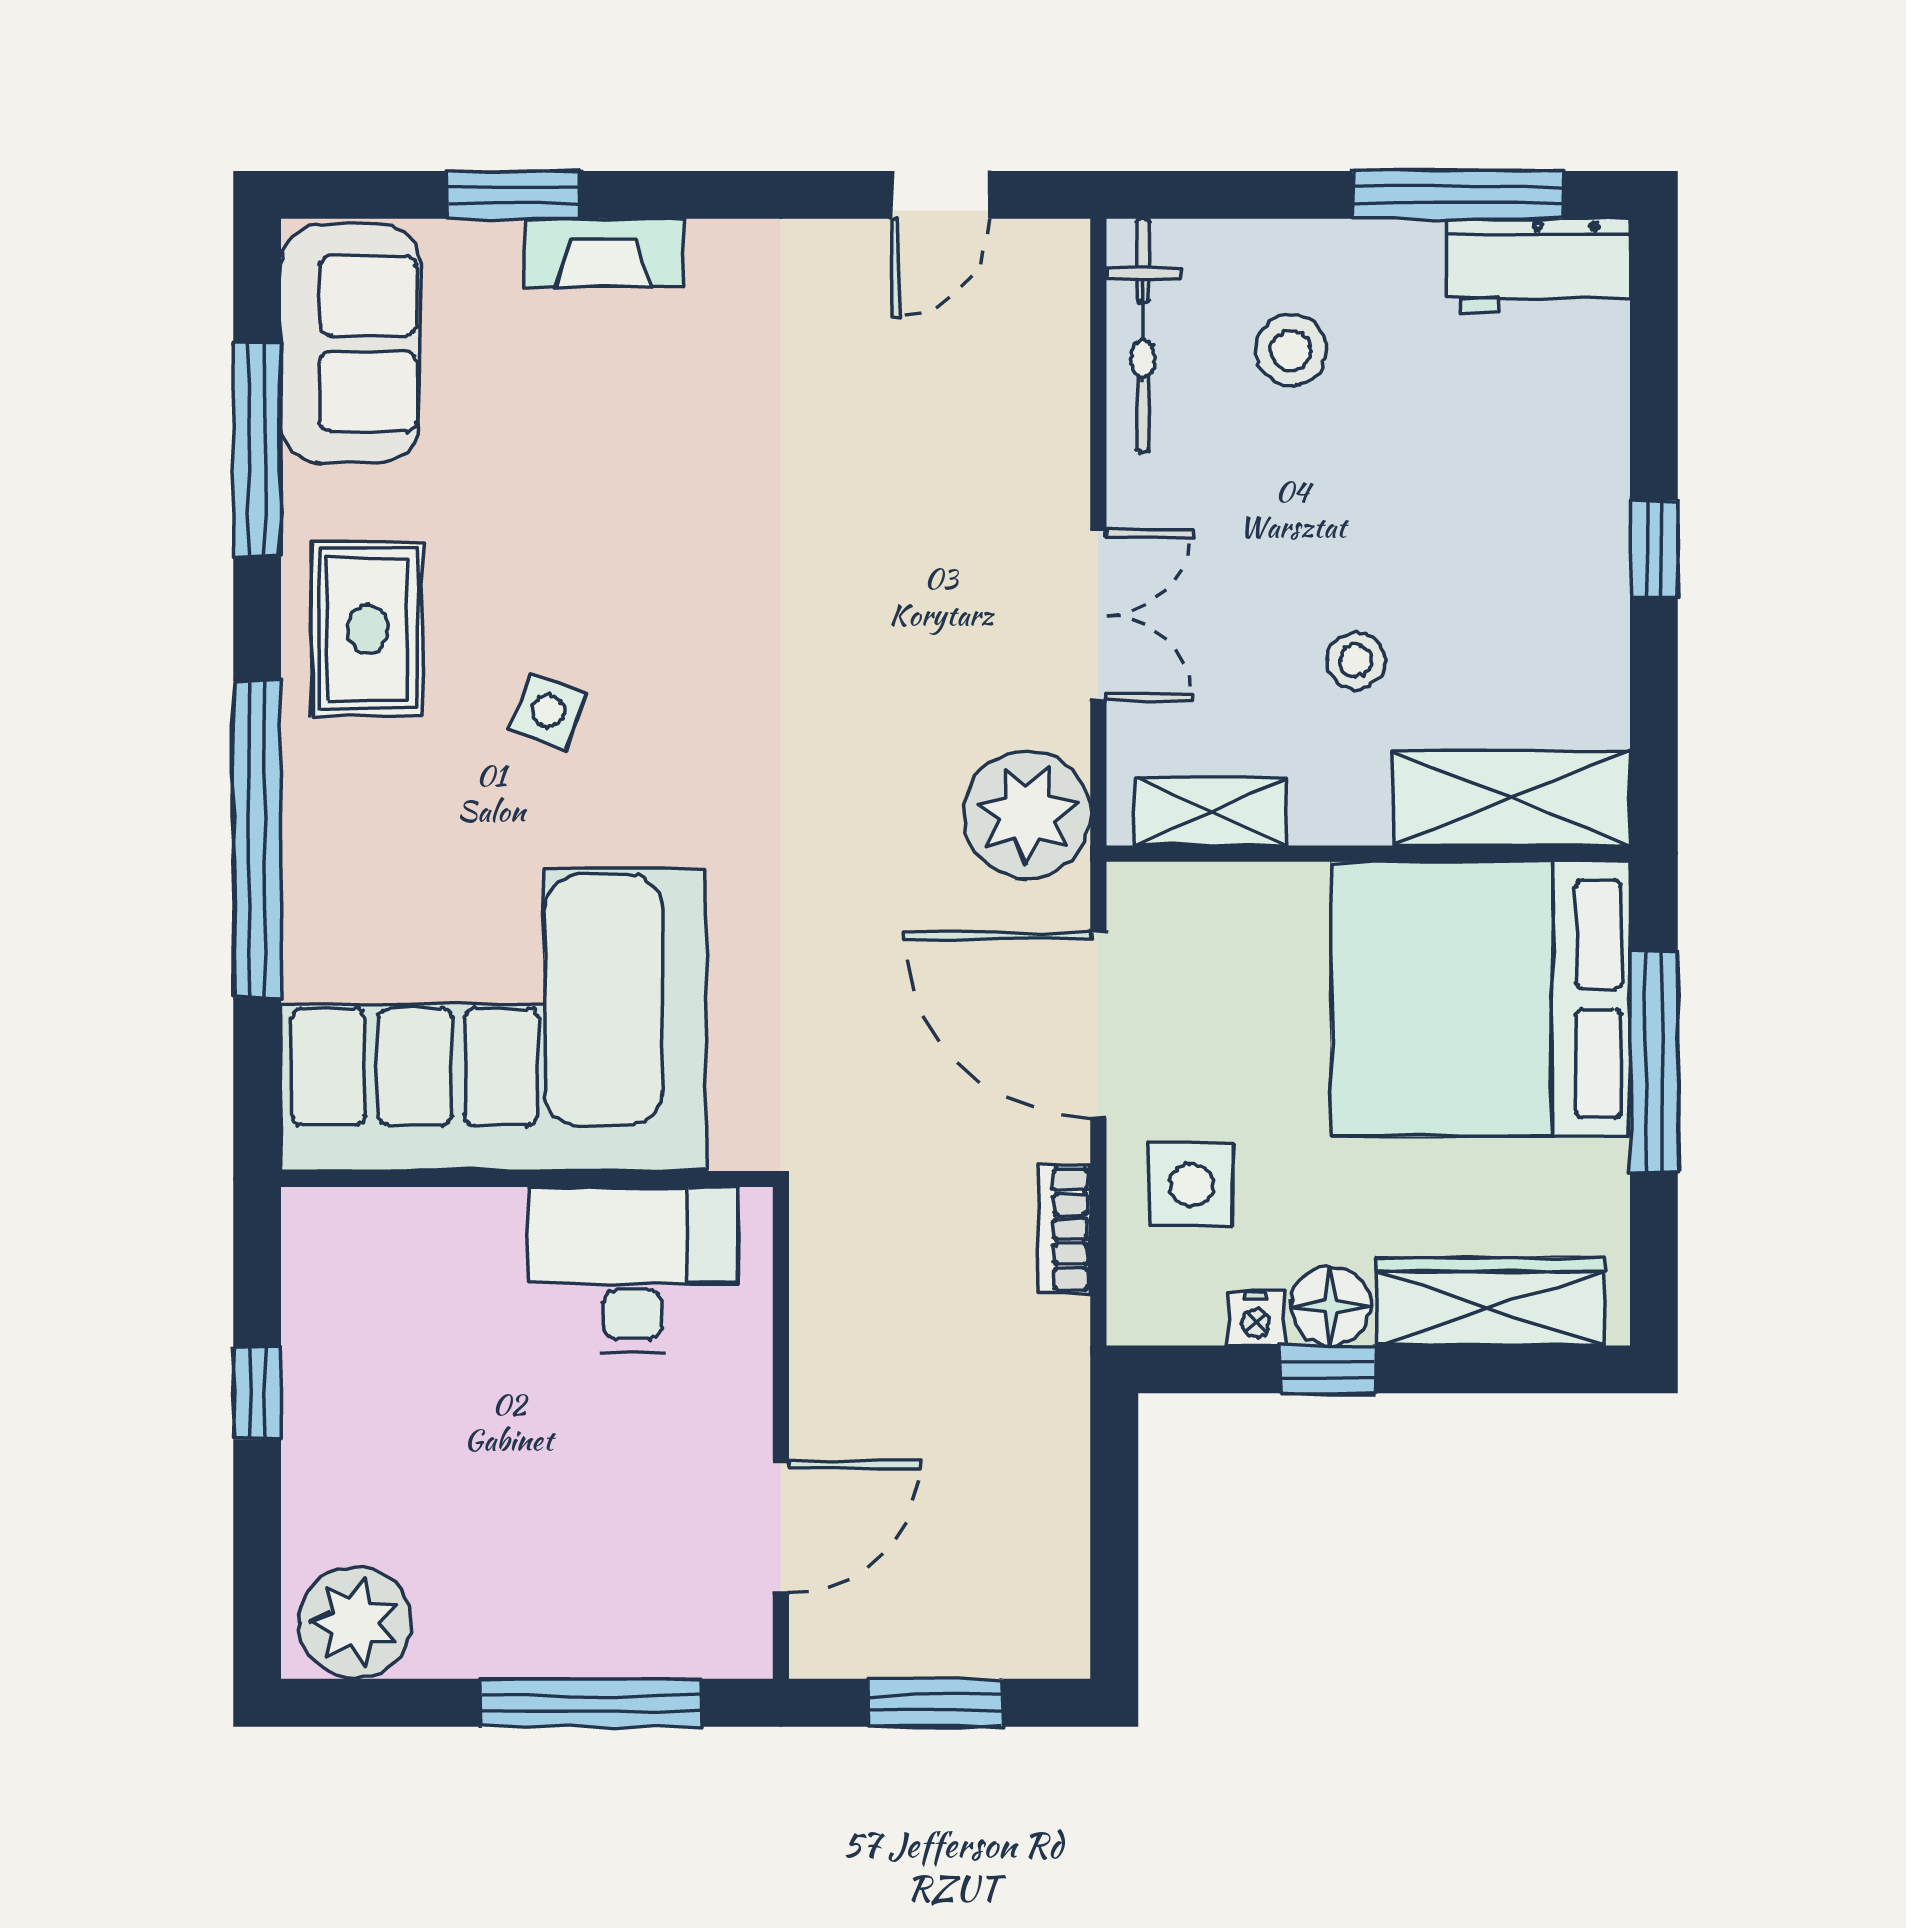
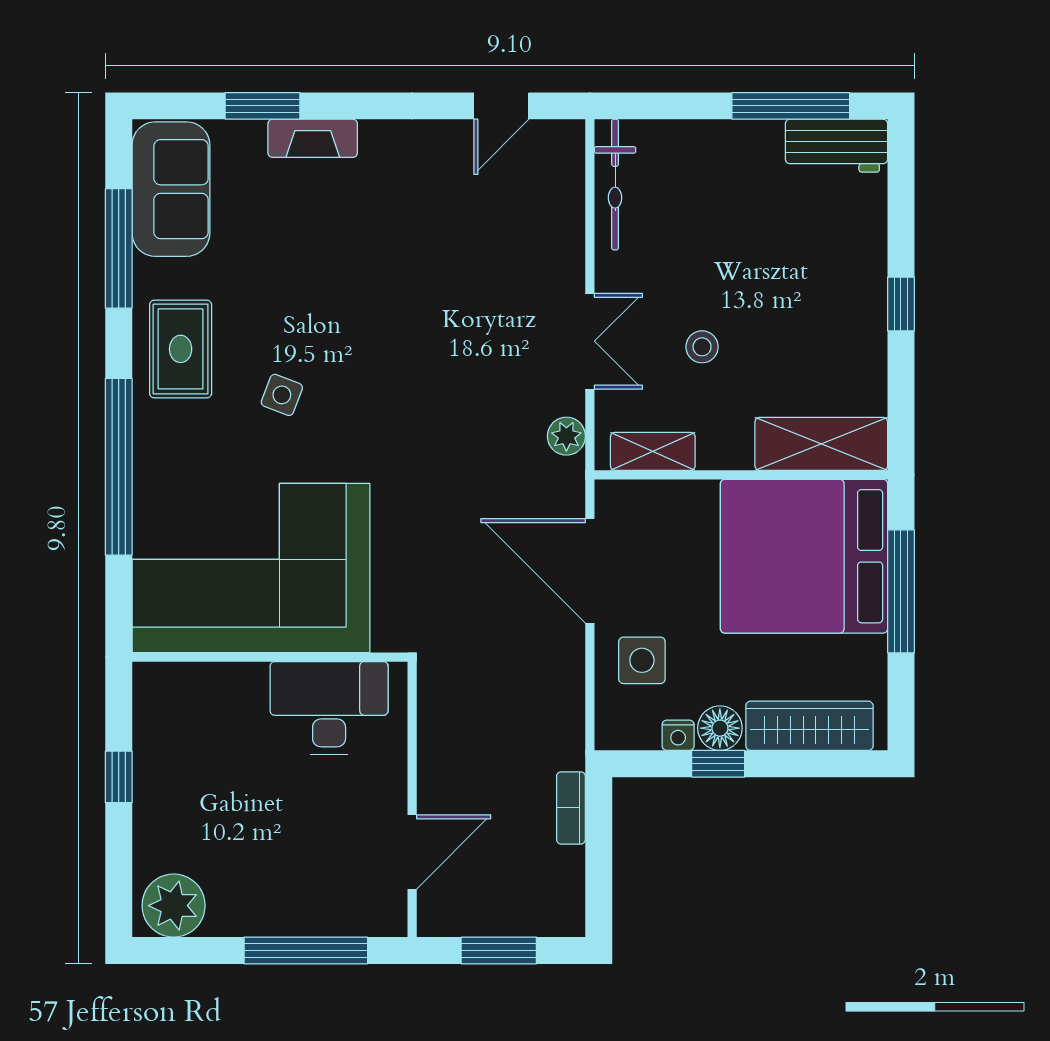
stool: (1291, 350) -> (698, 193), removed
stool: (1356, 661) -> (702, 347), moved
plant: (1027, 814) -> (566, 436), width x0.53, depth x0.53
bookcase: (1065, 1229) -> (571, 808), moved

